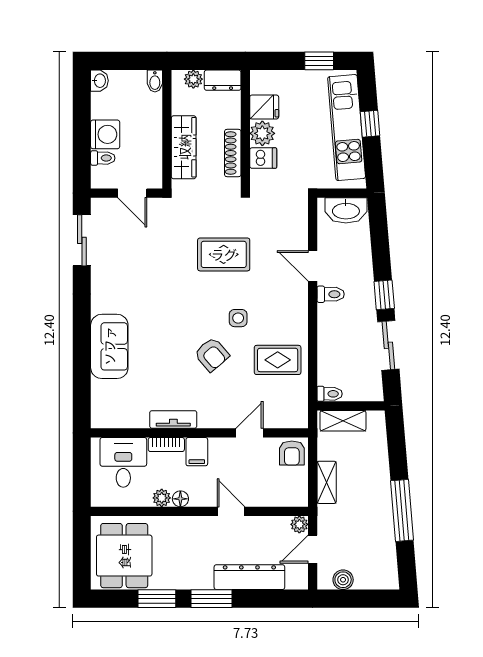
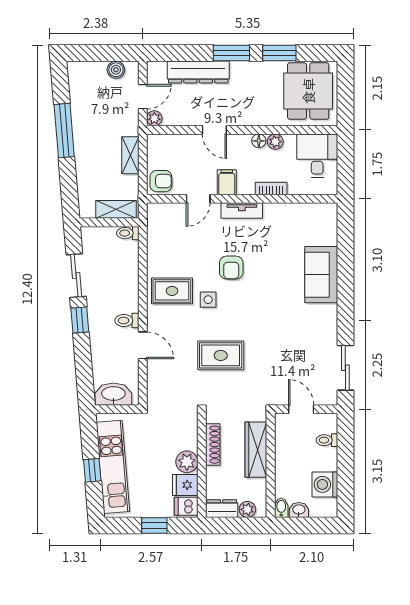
window: (319, 61) -> (154, 525), moved
washbasin: (99, 81) -> (299, 510), moved, turned 90
washing machine: (105, 134) -> (325, 484), moved
dishwasher: (263, 158) -> (186, 506), moved
armchair: (212, 354) -> (231, 268), turned -139
rug: (278, 360) -> (172, 291), moved
tv unit: (173, 419) -> (242, 211), moved
filing cabinet: (197, 452) -> (227, 182), moved
armchair: (292, 453) -> (161, 181), turned 90
desk: (123, 462) -> (317, 156), moved, turned 180

